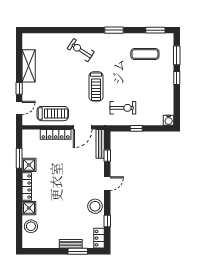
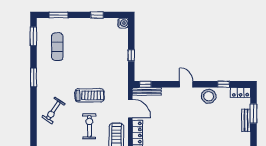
window: (177, 78) -> (97, 15), moved
exercise bike: (123, 108) -> (89, 126), moved
window: (107, 156) -> (145, 84), moved

